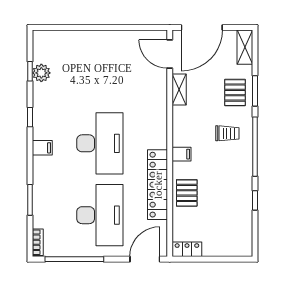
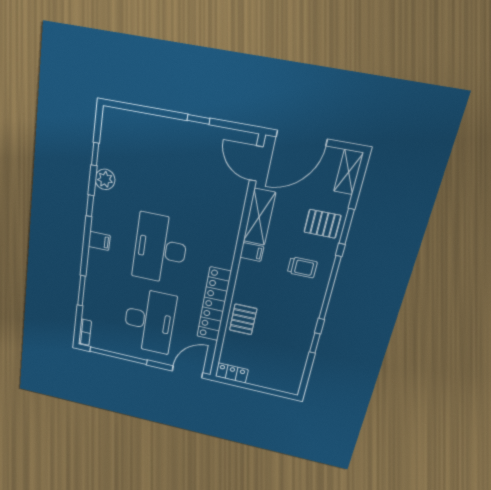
window: (116, 28) -> (199, 119), added
plant: (41, 73) -> (105, 179), moved
shelving: (179, 89) -> (259, 217), width x1.50, depth x1.33
pallet: (235, 93) -> (322, 224), turned 90
desk: (100, 143) -> (160, 249), turned 180
filing cabinet: (182, 154) -> (252, 252), moved

